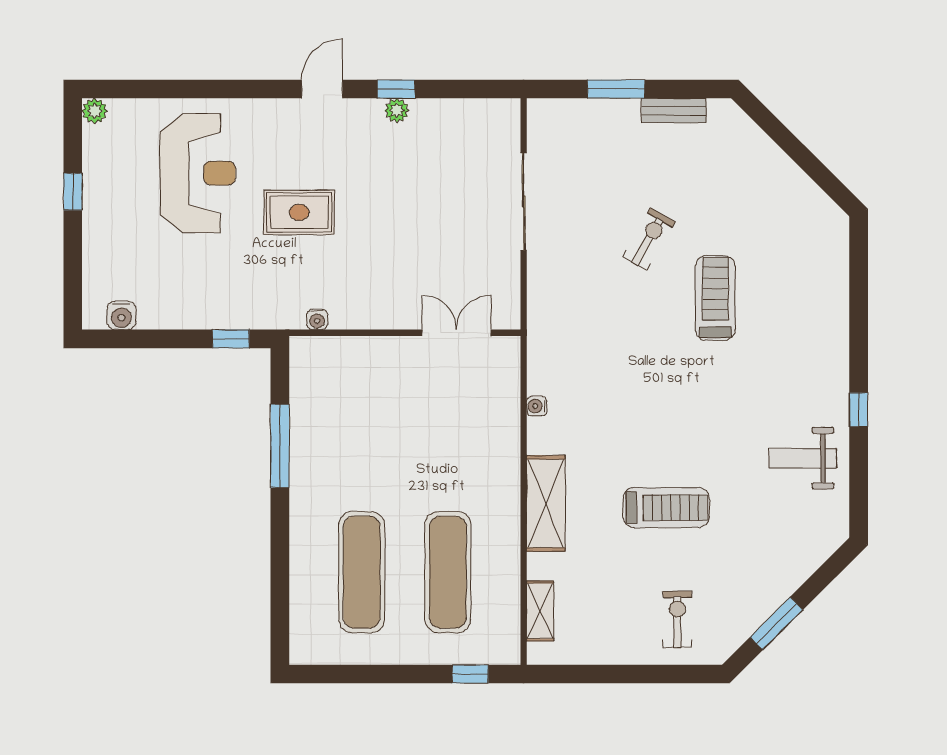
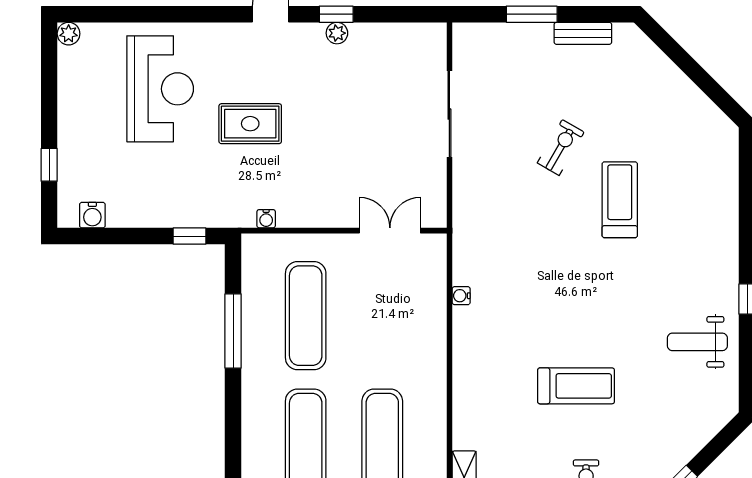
window: (73, 192) -> (49, 165), moved
exercise mat: (362, 429) -> (306, 316), added
shelving: (546, 503) -> (469, 382), removed

